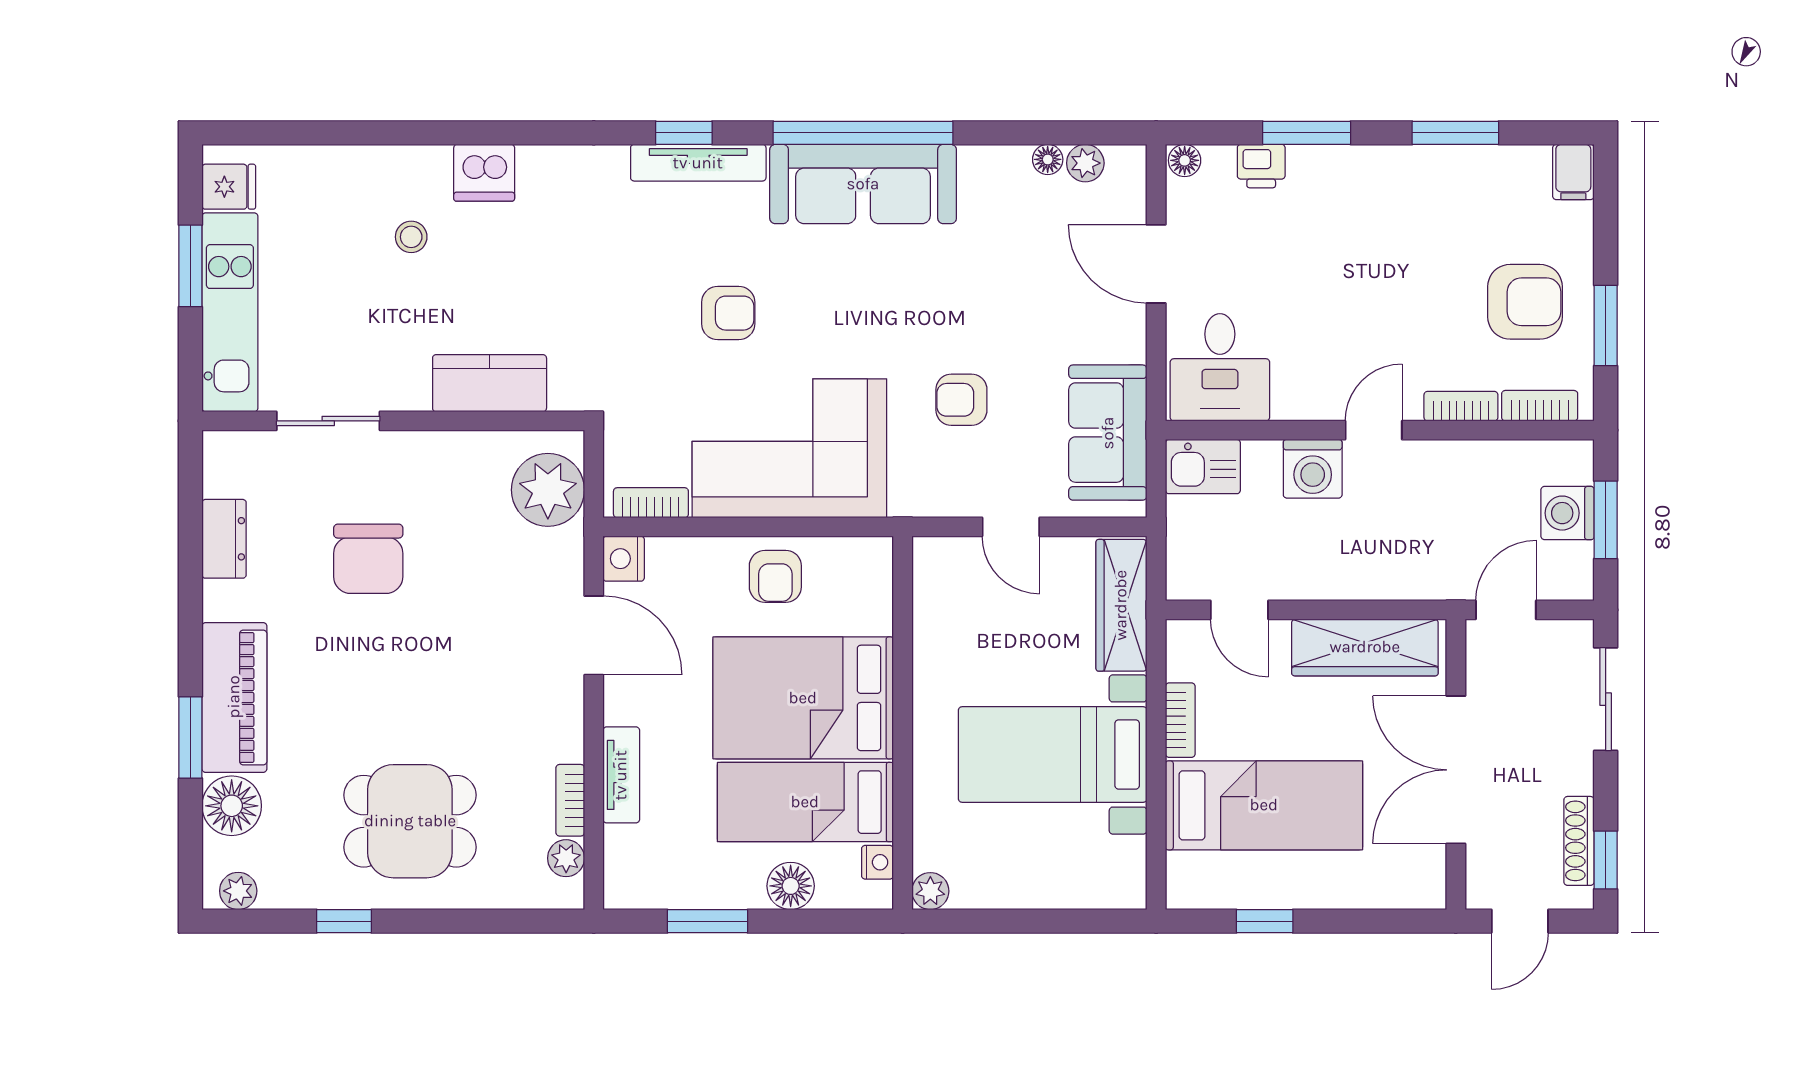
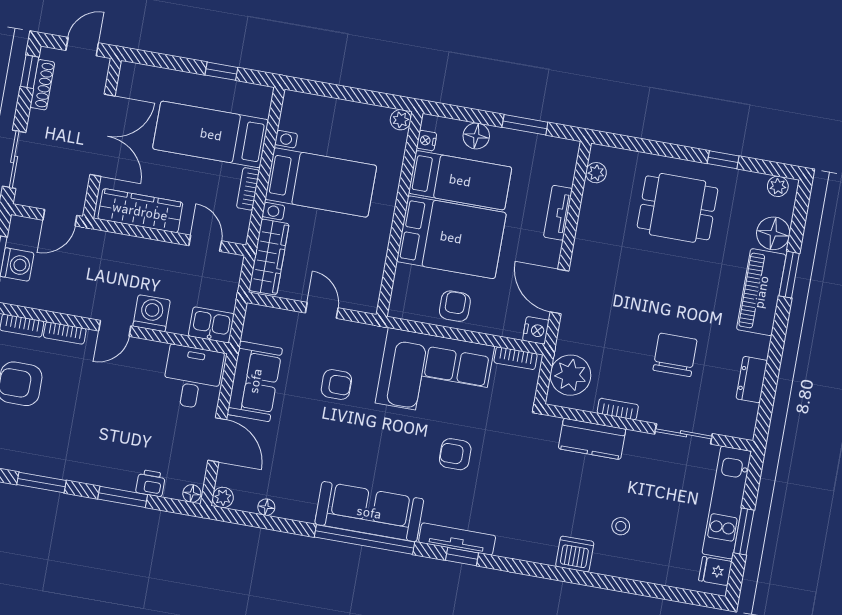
plant: (1085, 163) -> (223, 497), moved
sofa: (1108, 433) -> (255, 381), moved
bookcase: (570, 800) -> (618, 409), moved, turned -90

